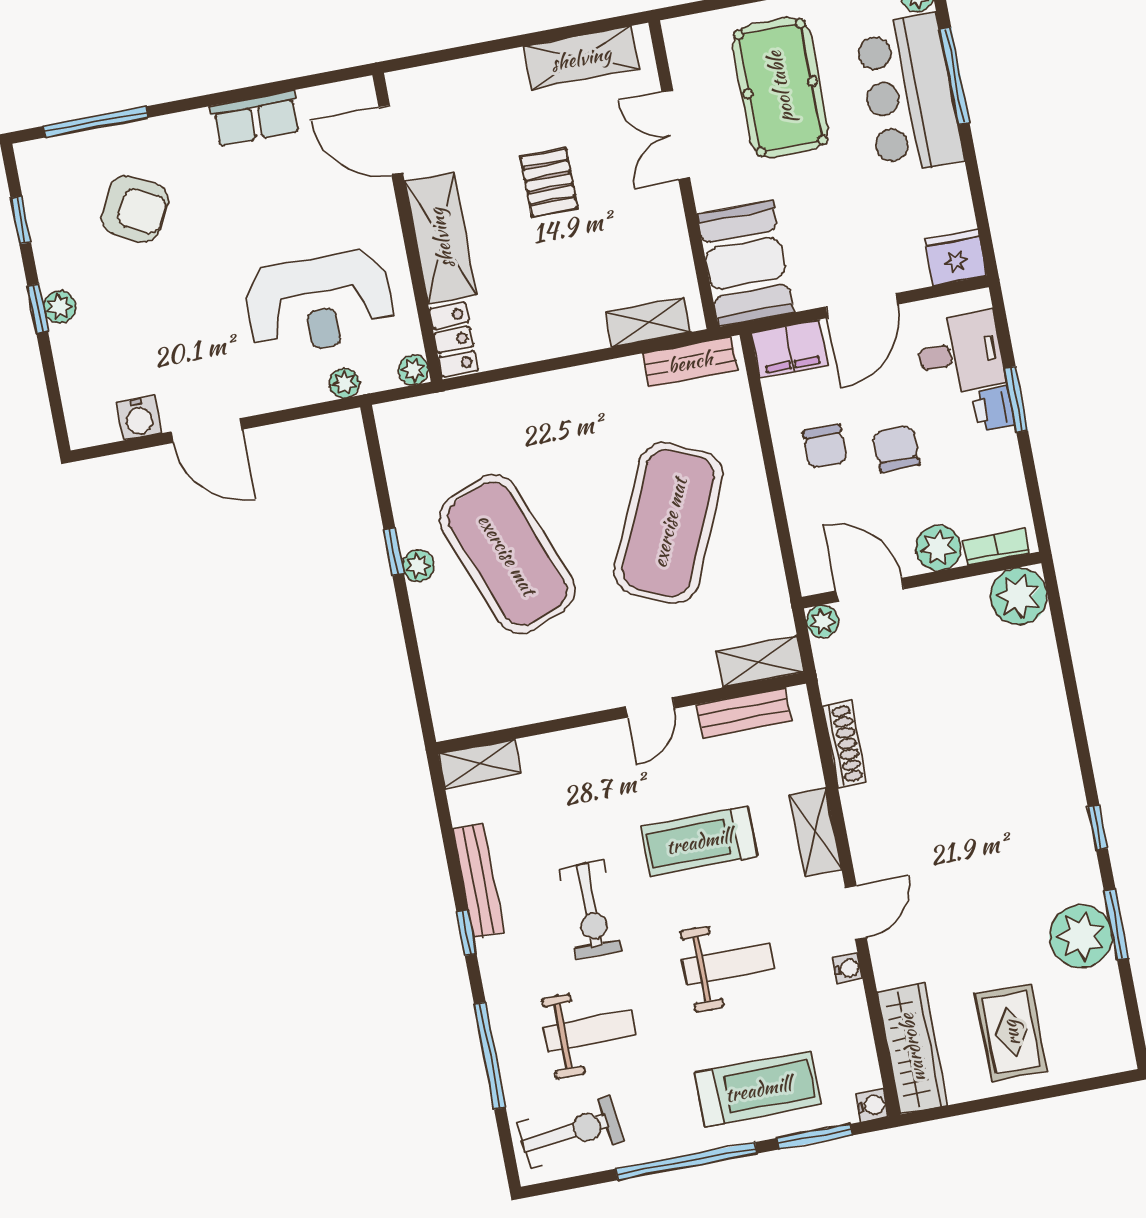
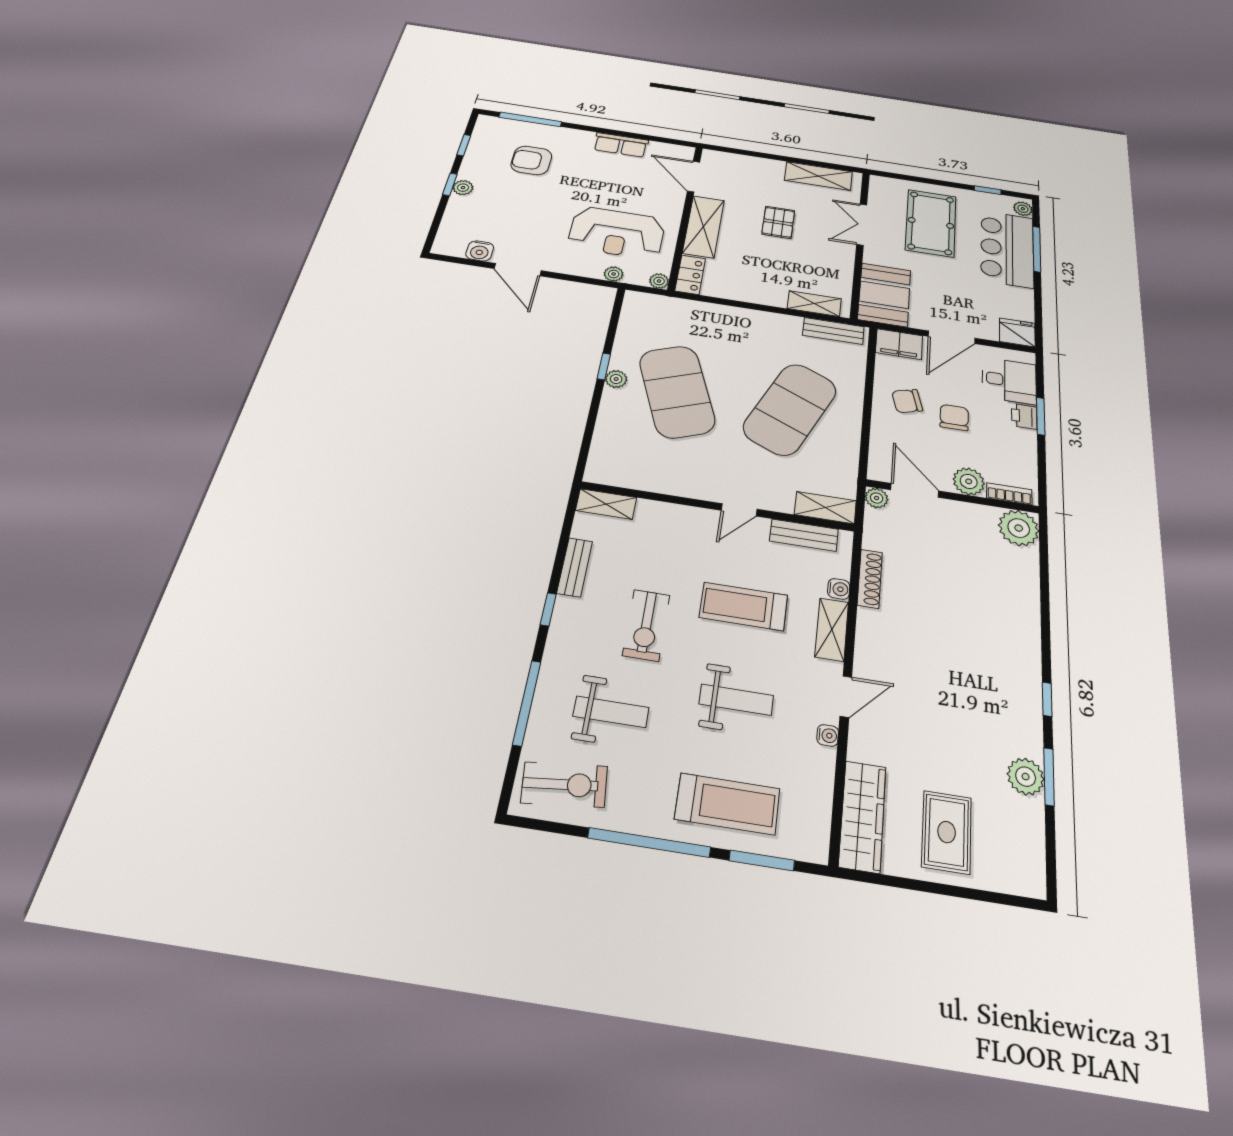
armchair: (135, 209) -> (531, 160), turned 153
chair: (825, 446) -> (907, 401), turned 74
bench: (478, 880) -> (575, 567), width x0.73
plant: (1081, 936) -> (1026, 777), width x0.73, depth x0.73
water cooler: (872, 1105) -> (839, 589), moved

